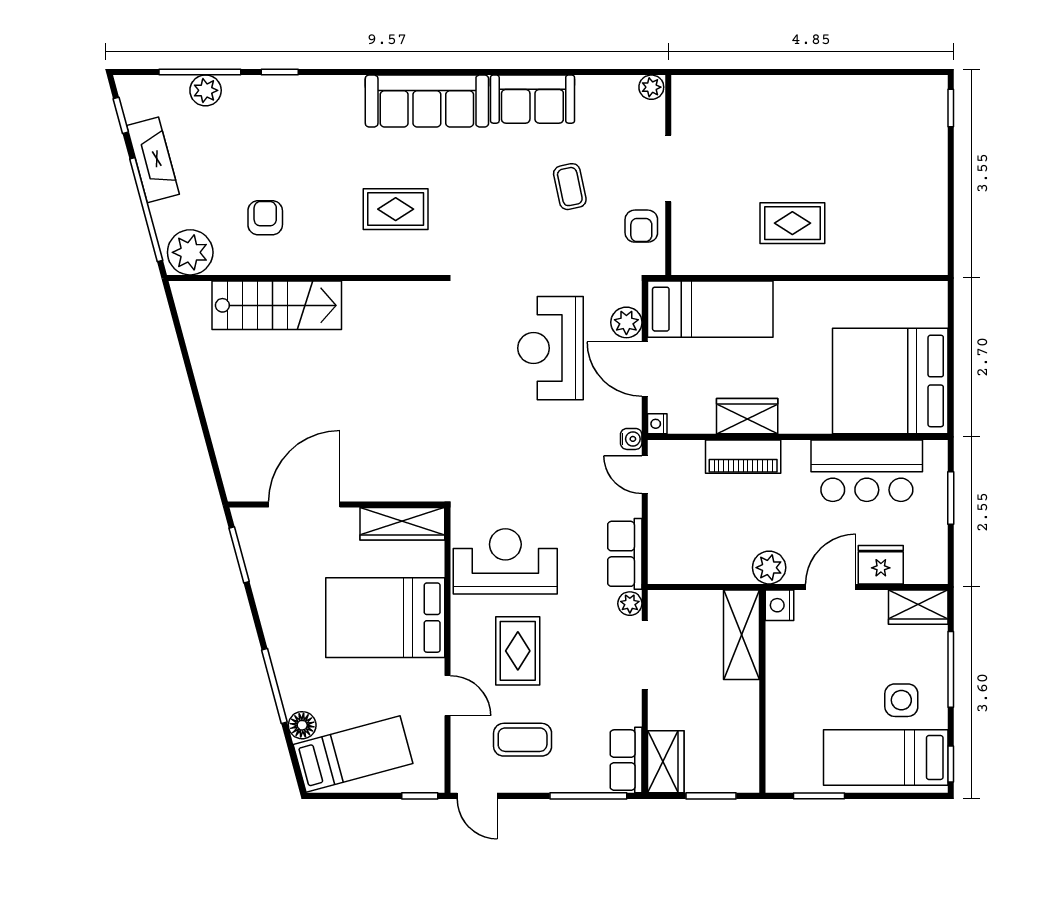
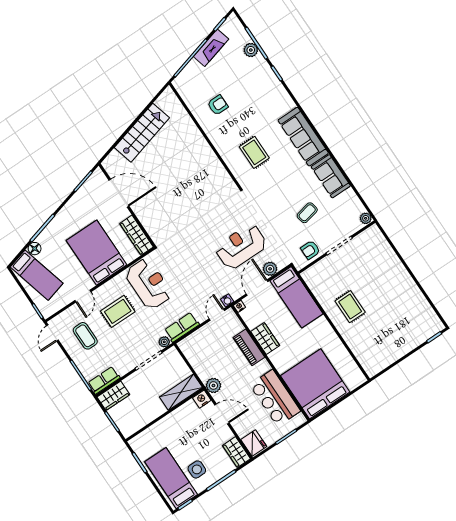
plant: (190, 252) -> (185, 85), removed
stairs: (277, 305) -> (142, 133), moved, turned -105
fridge: (881, 565) -> (254, 443), moved

